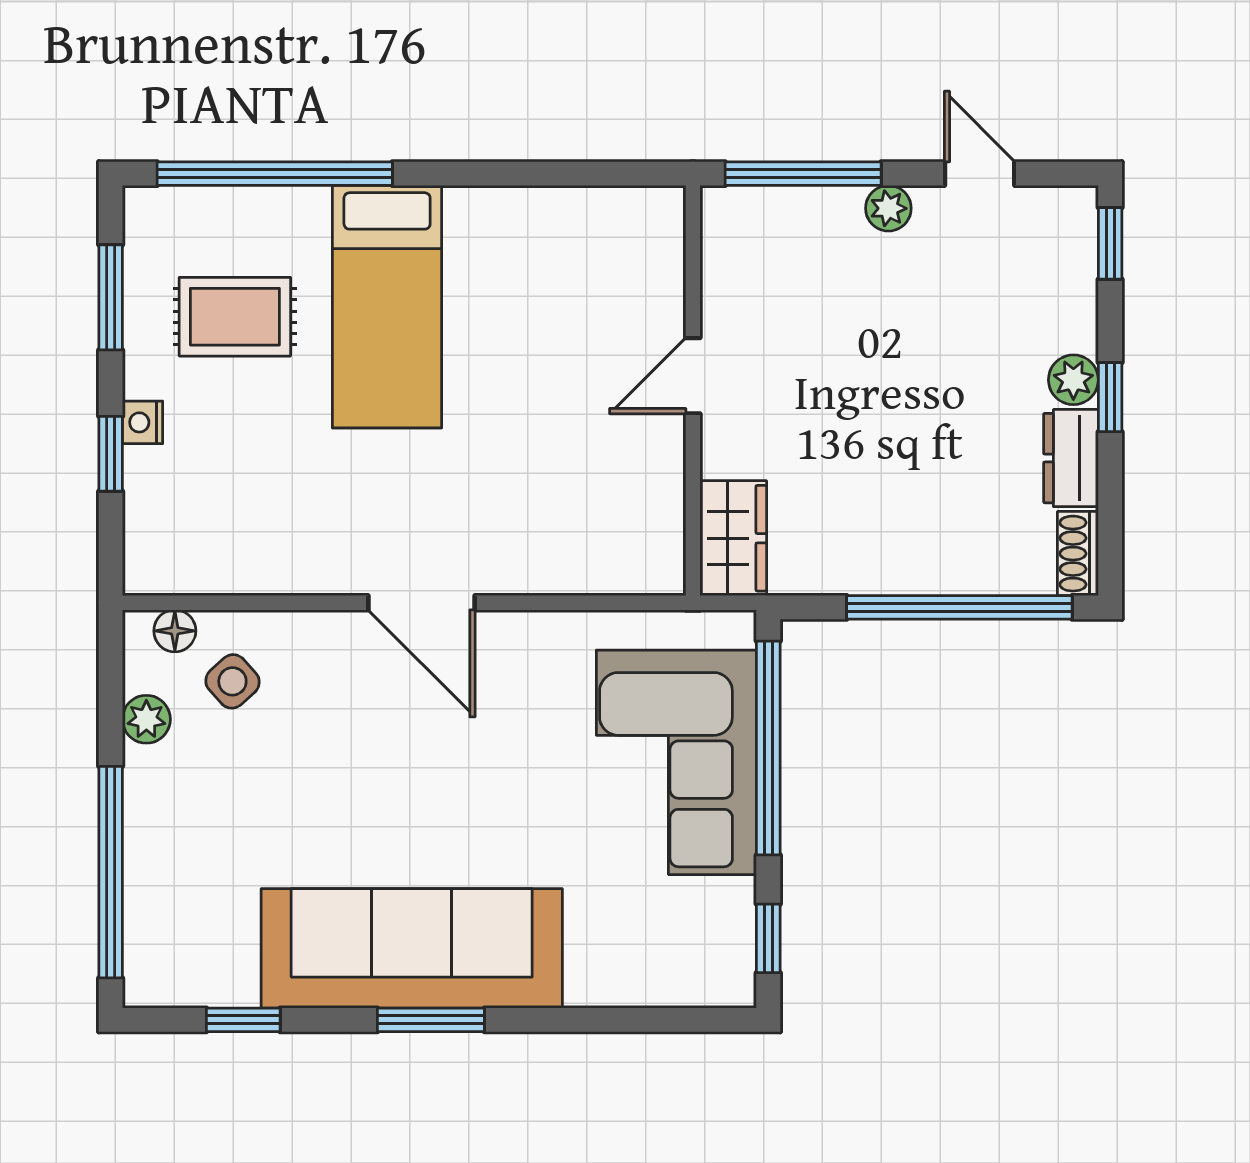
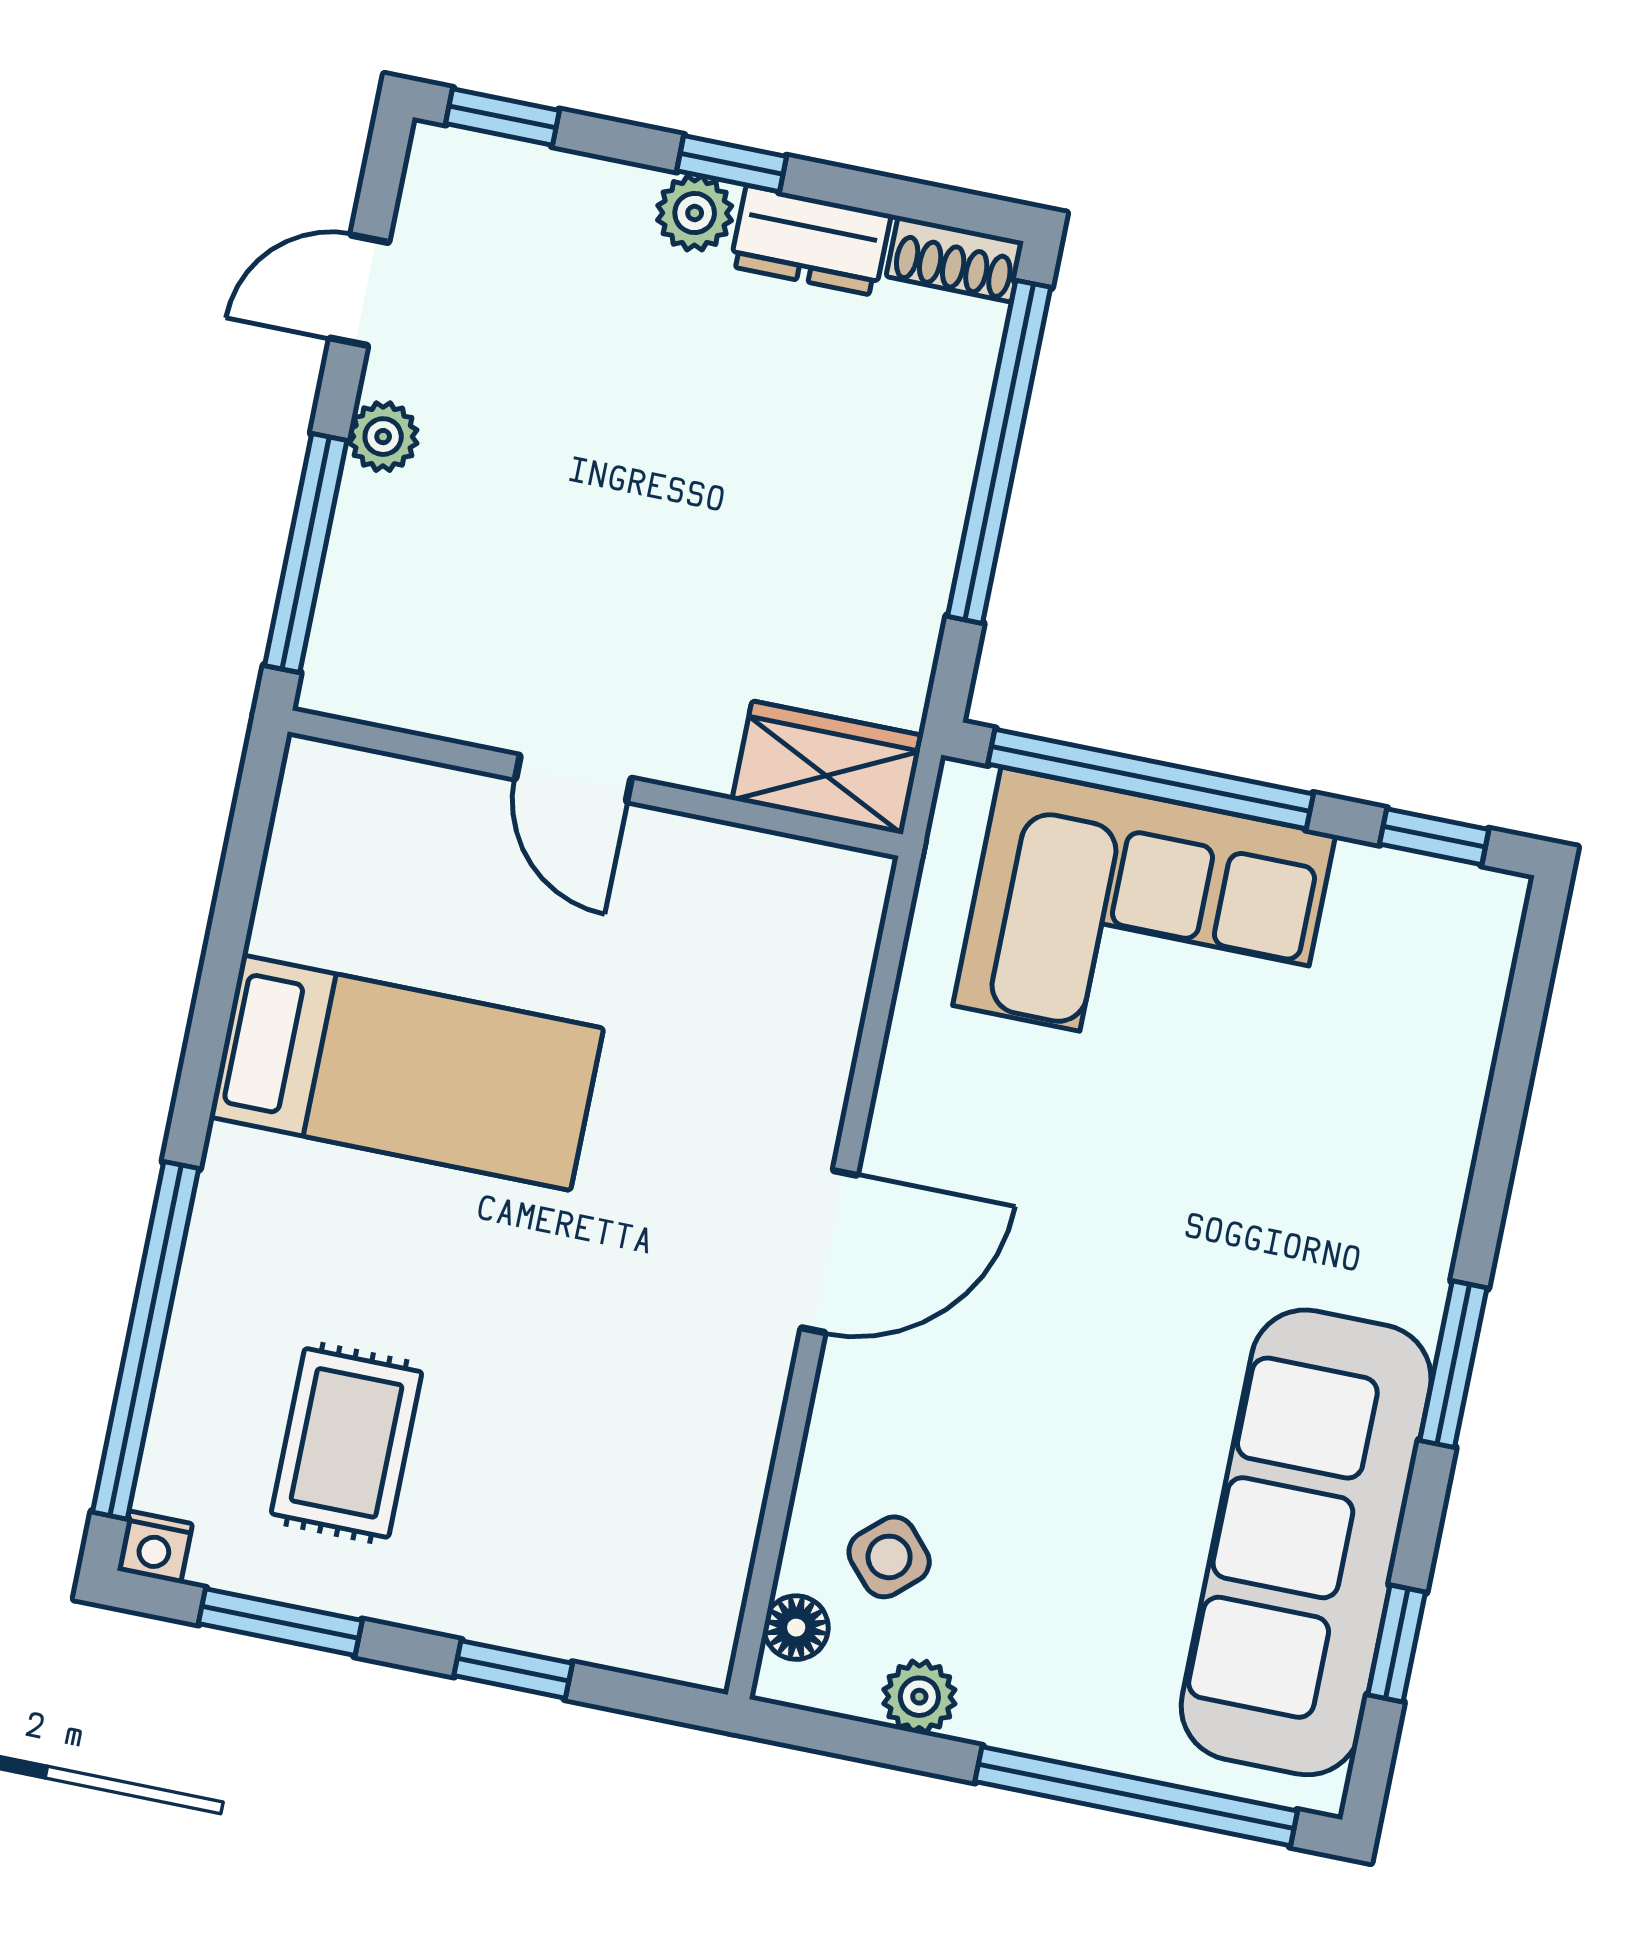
bed: (387, 307) -> (406, 1073), moved
nightstand: (143, 422) -> (155, 1547), moved
sofa: (412, 948) -> (1306, 1542), moved

